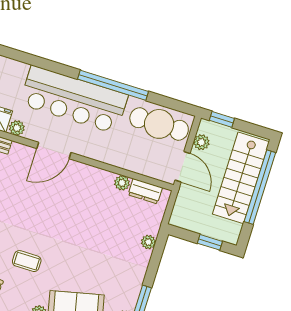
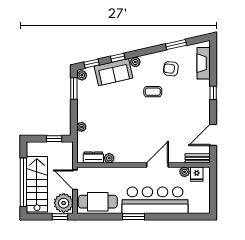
window: (113, 85) -> (134, 217), width x0.47
plant: (201, 142) -> (64, 203), width x1.88, depth x1.88
window: (210, 242) -> (54, 139), moved

